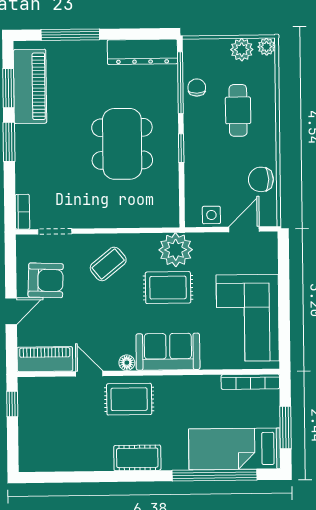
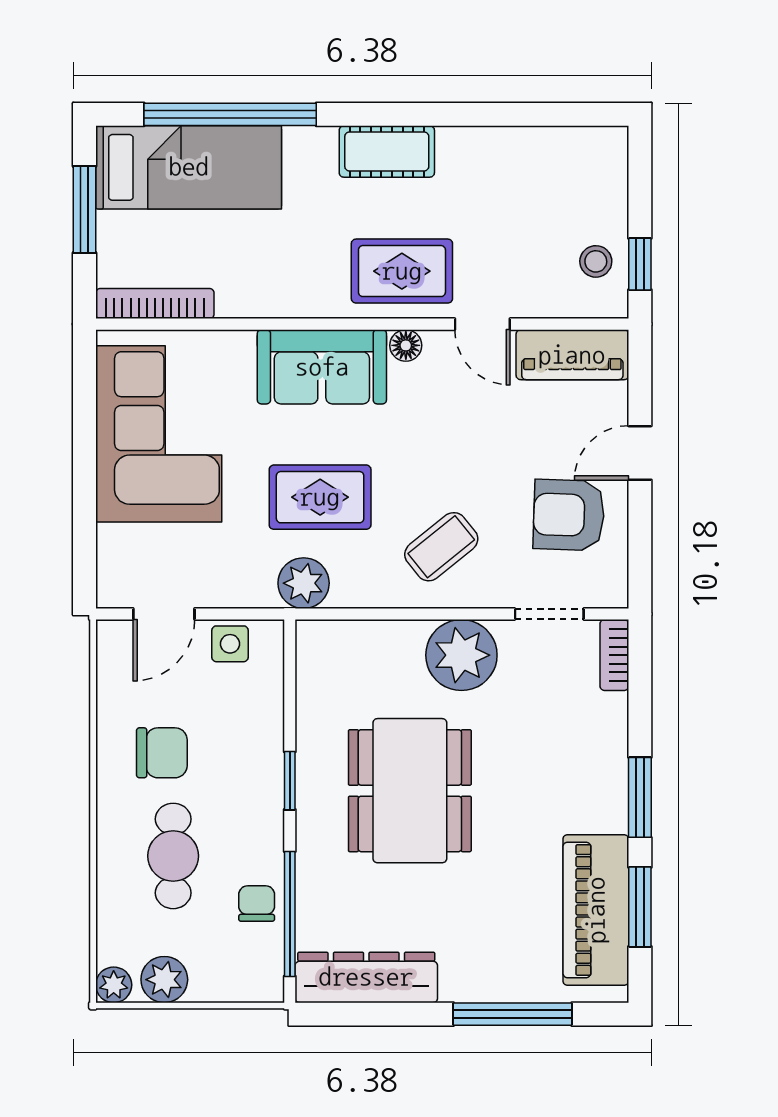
chair: (197, 88) -> (257, 904), turned 180
chair: (261, 179) -> (162, 753), moved
plant: (98, 211) -> (461, 655), added
plant: (176, 250) -> (304, 583), width x0.73, depth x0.73
stool: (34, 405) -> (596, 261), added

